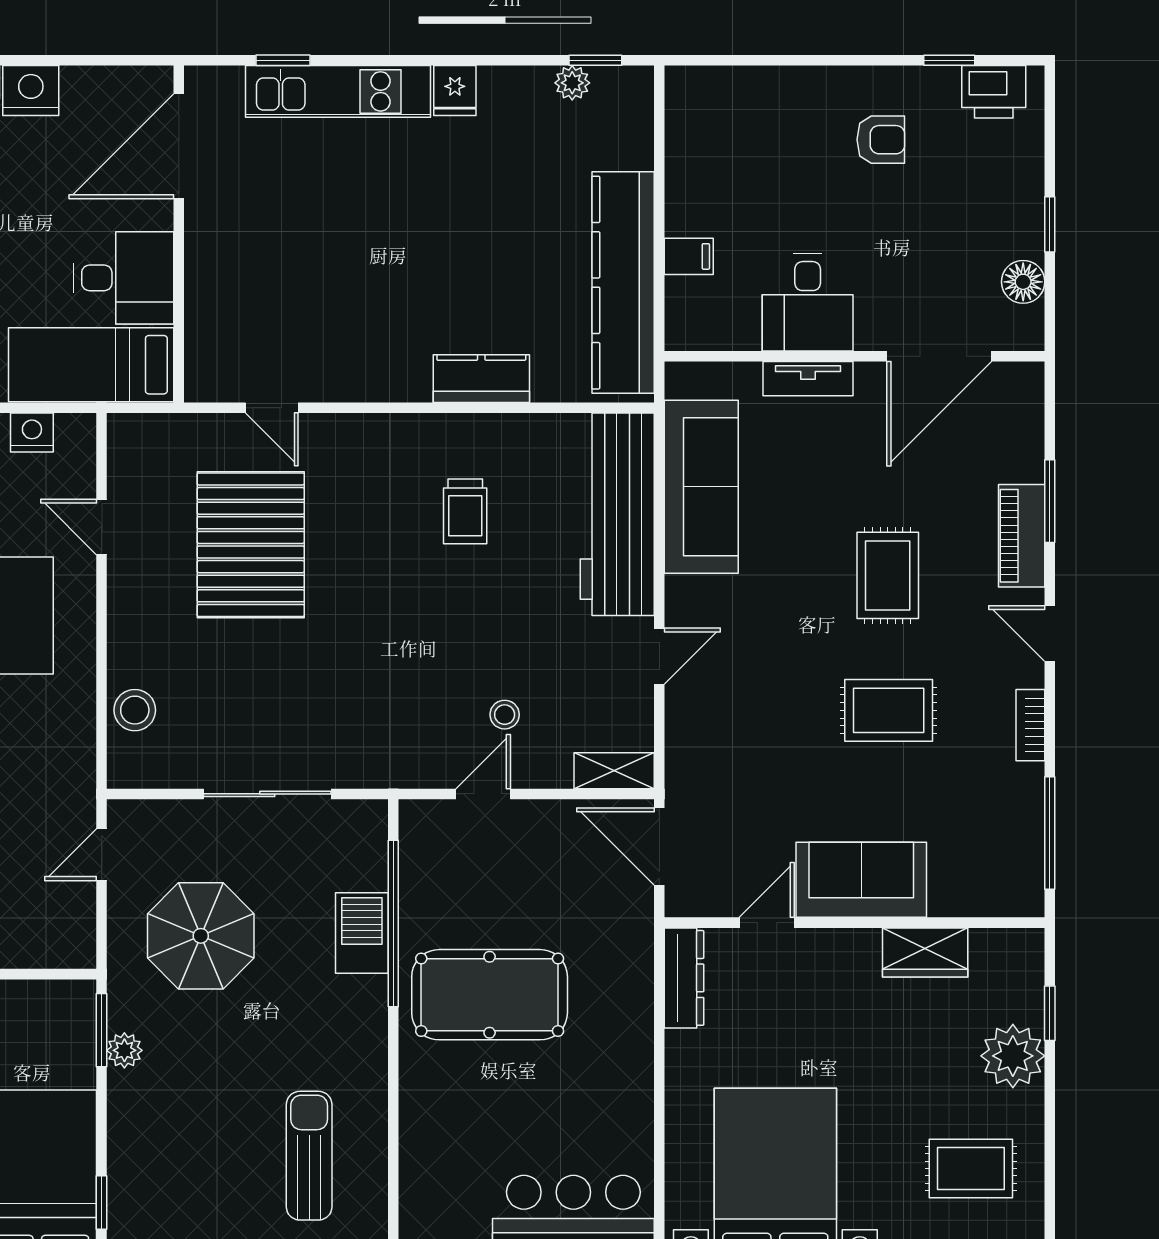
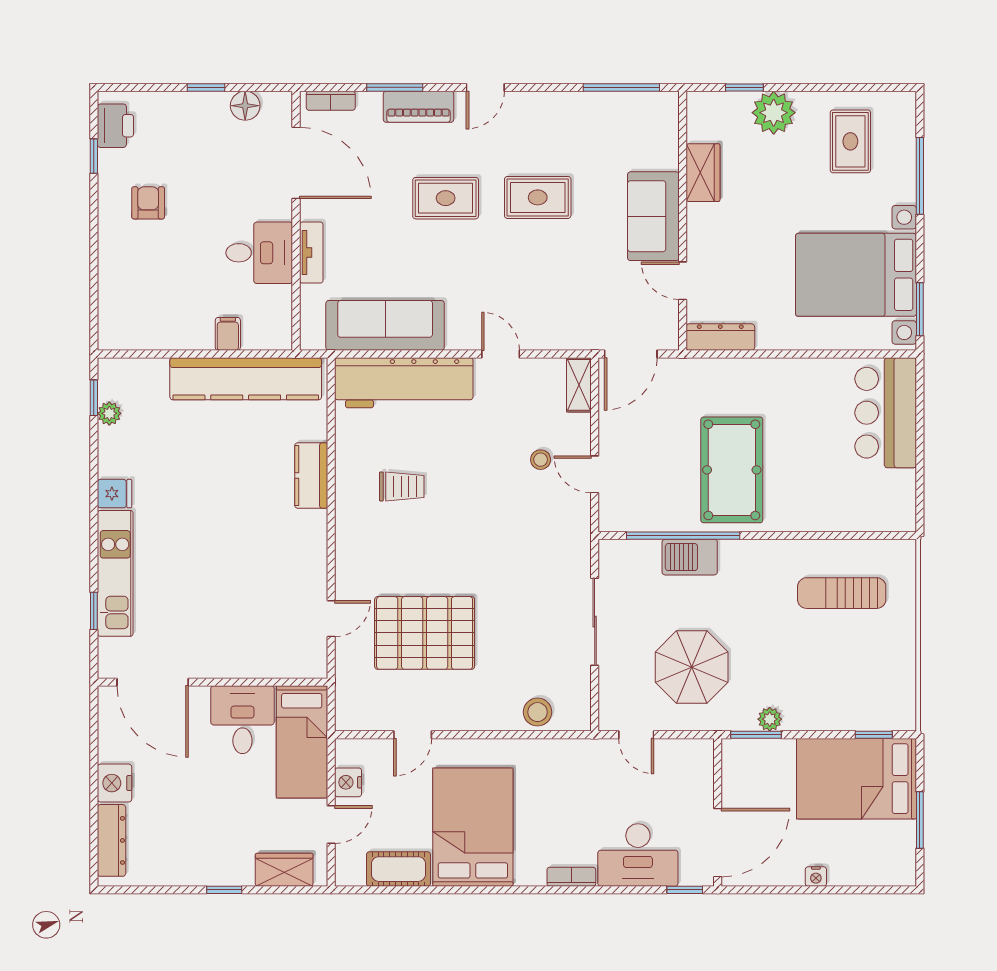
rug: (889, 710) -> (538, 197), turned 90
bookcase: (1030, 725) -> (331, 101), moved

